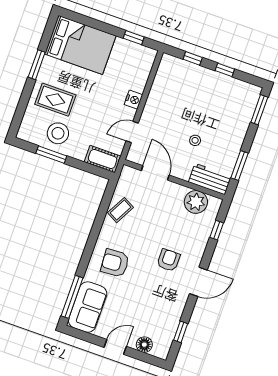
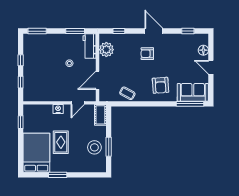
rug: (55, 100) -> (61, 142), moved
door: (132, 132) -> (78, 103), hinge flipped

